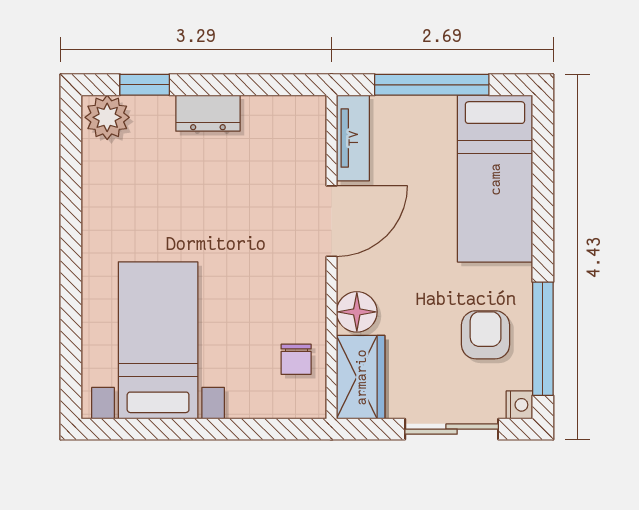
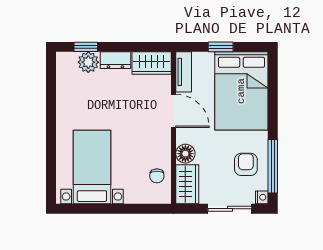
window: (432, 85) -> (221, 47), width x0.46
plant: (107, 117) -> (88, 62), moved
wardrobe: (285, 119) -> (152, 63), added
bed: (495, 179) -> (241, 91), width x1.50
door: (332, 221) -> (174, 111), hinge flipped

